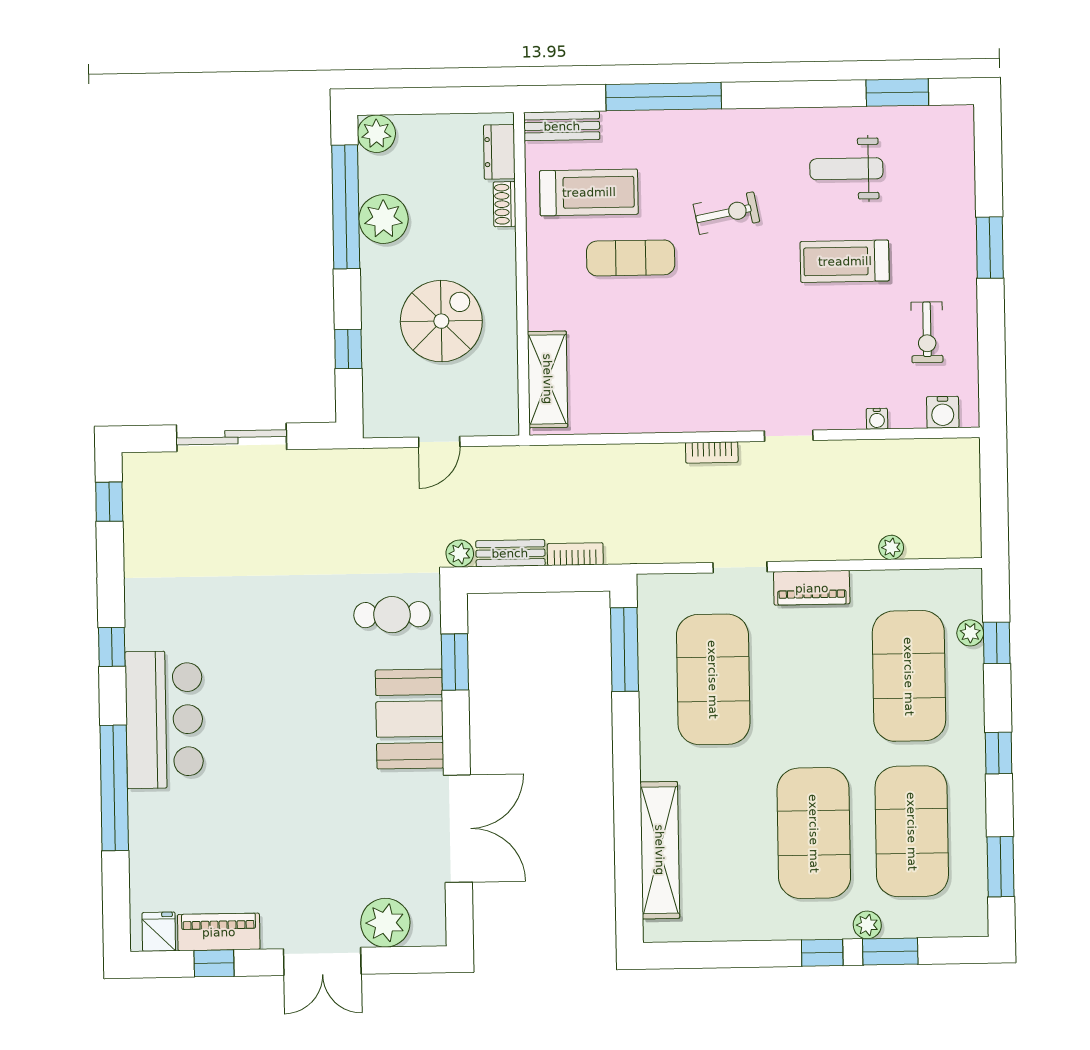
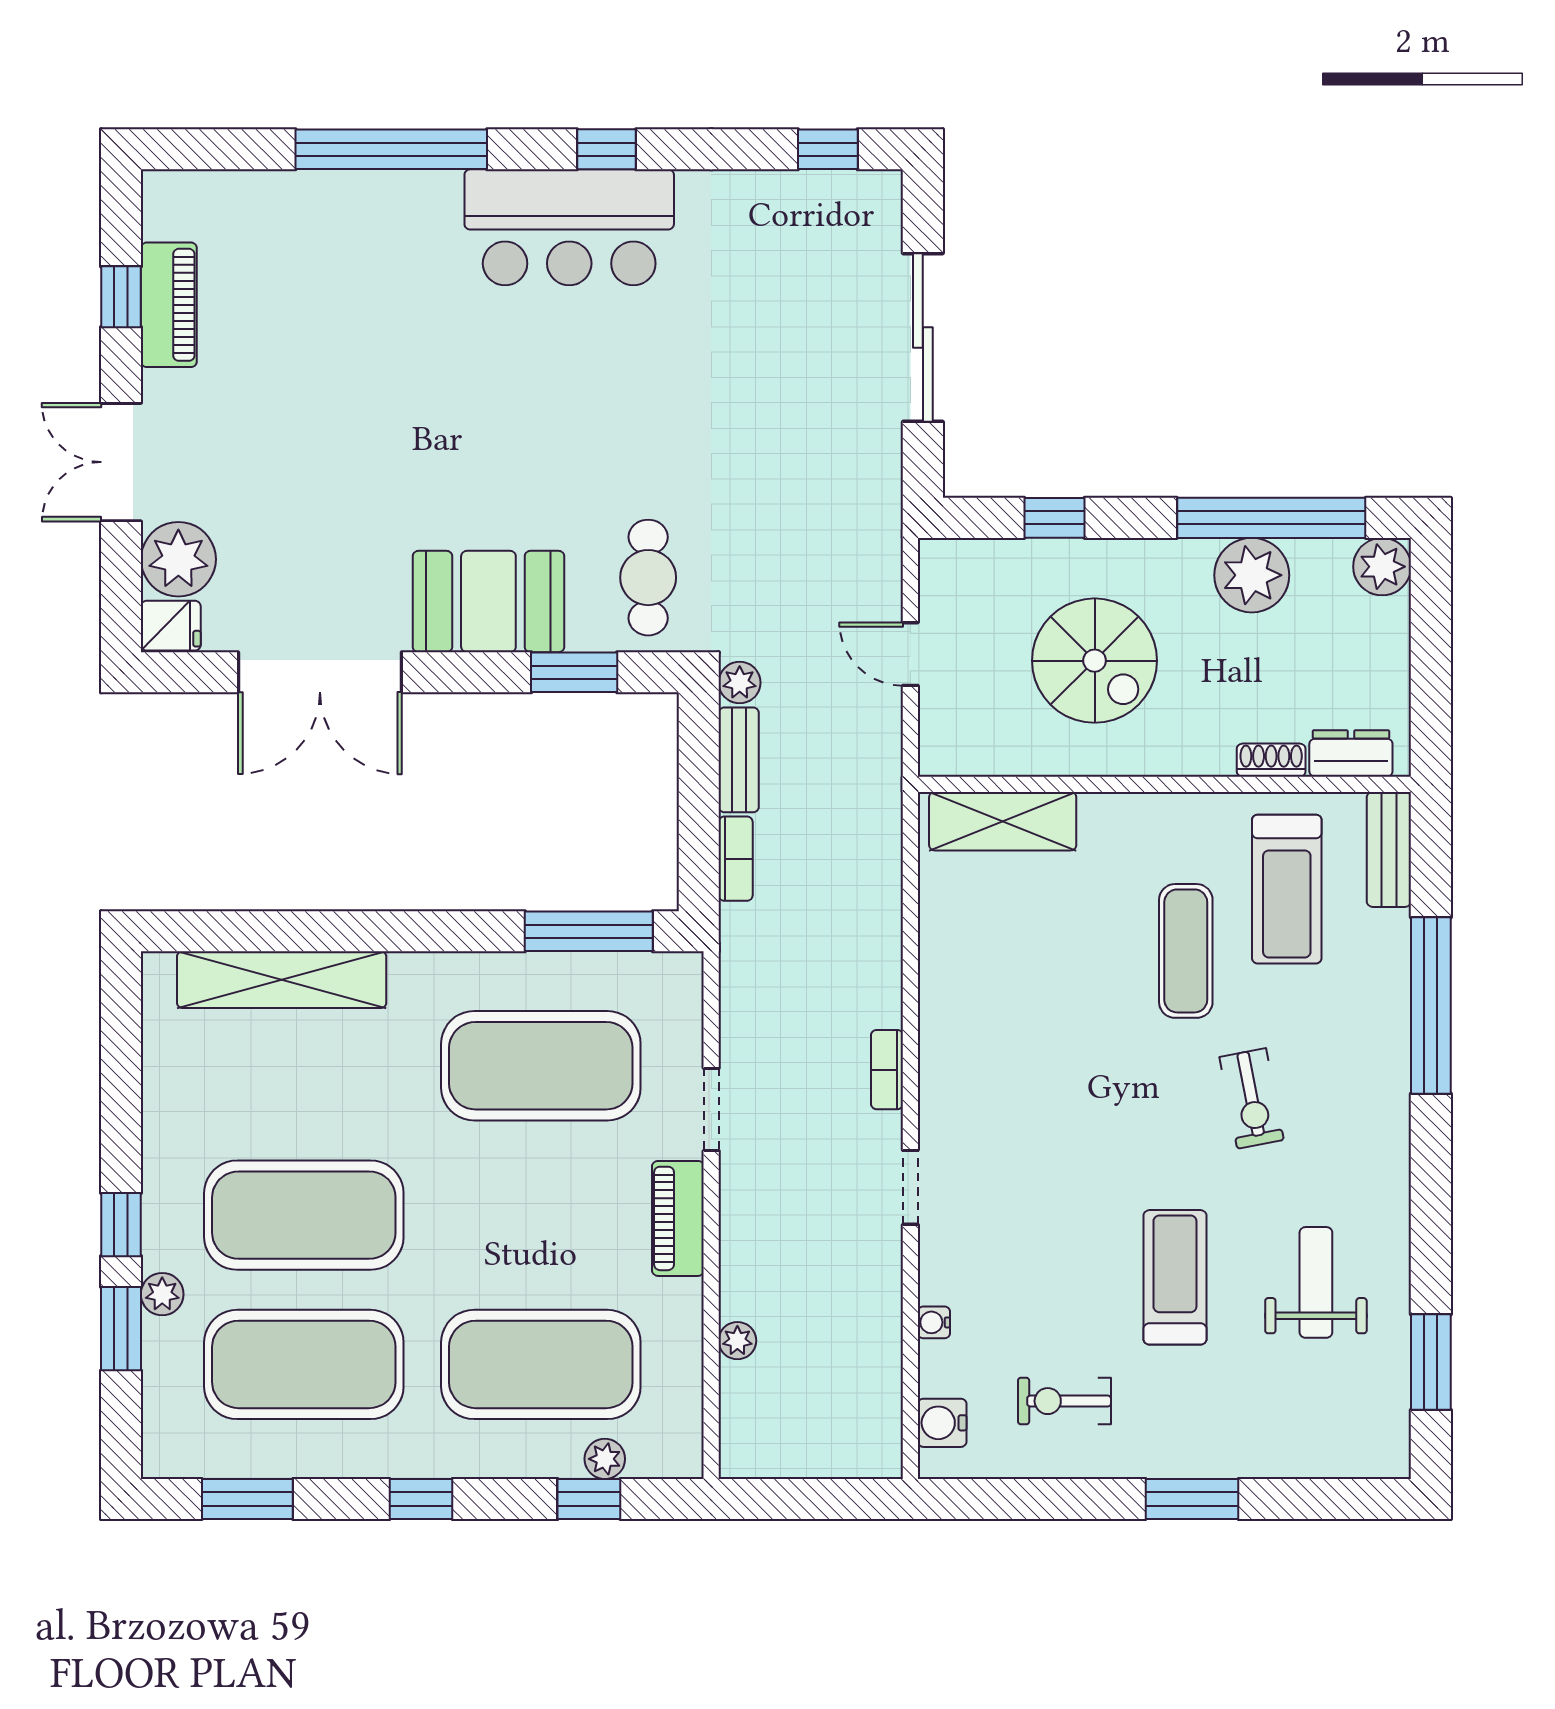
bar counter: (164, 720) -> (569, 227), moved
fridge: (159, 932) -> (171, 626), moved

